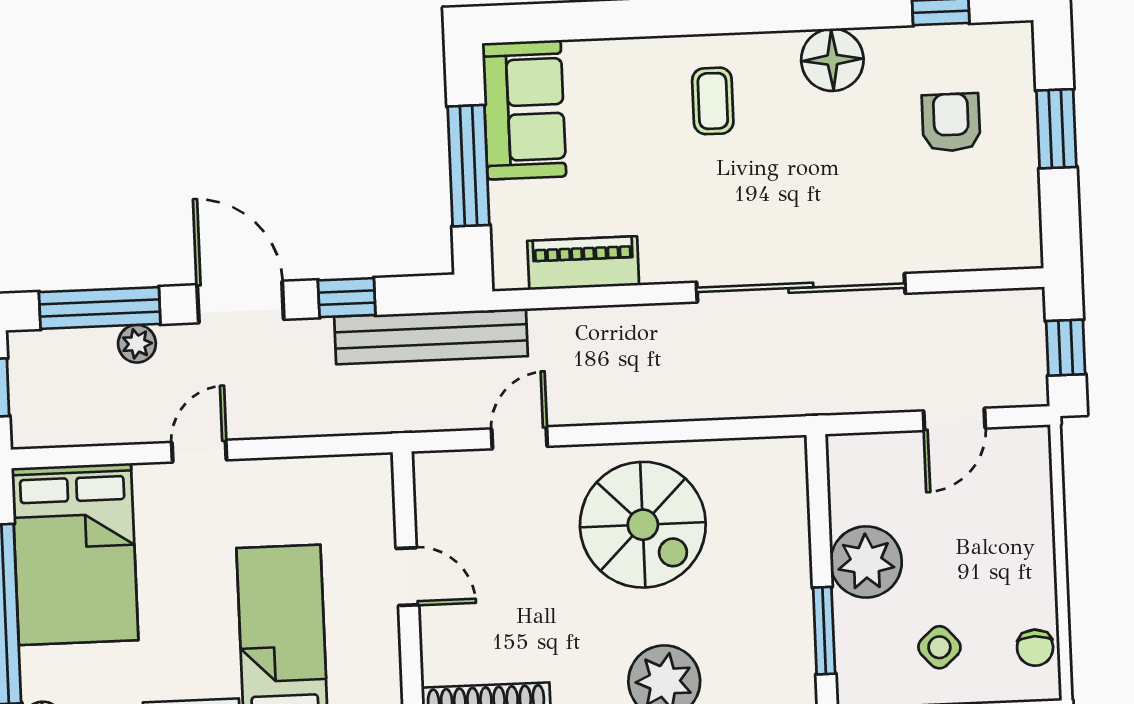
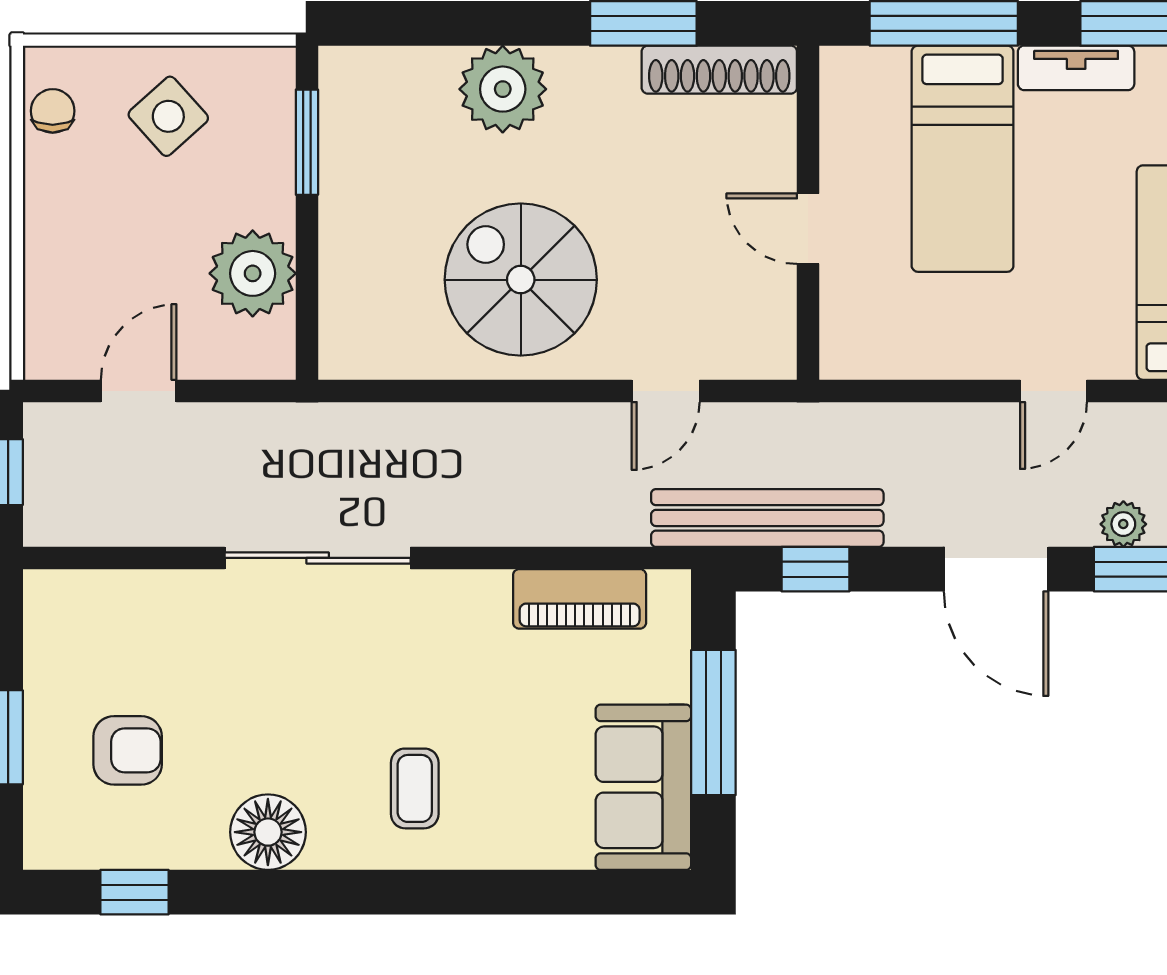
armchair: (951, 122) -> (128, 750), turned -90
sliding door: (801, 288) -> (318, 558), width x0.73
window: (347, 298) -> (816, 569), moved
plant: (866, 562) -> (253, 273), moved
side table: (939, 647) -> (168, 116), width x1.37, depth x1.37

